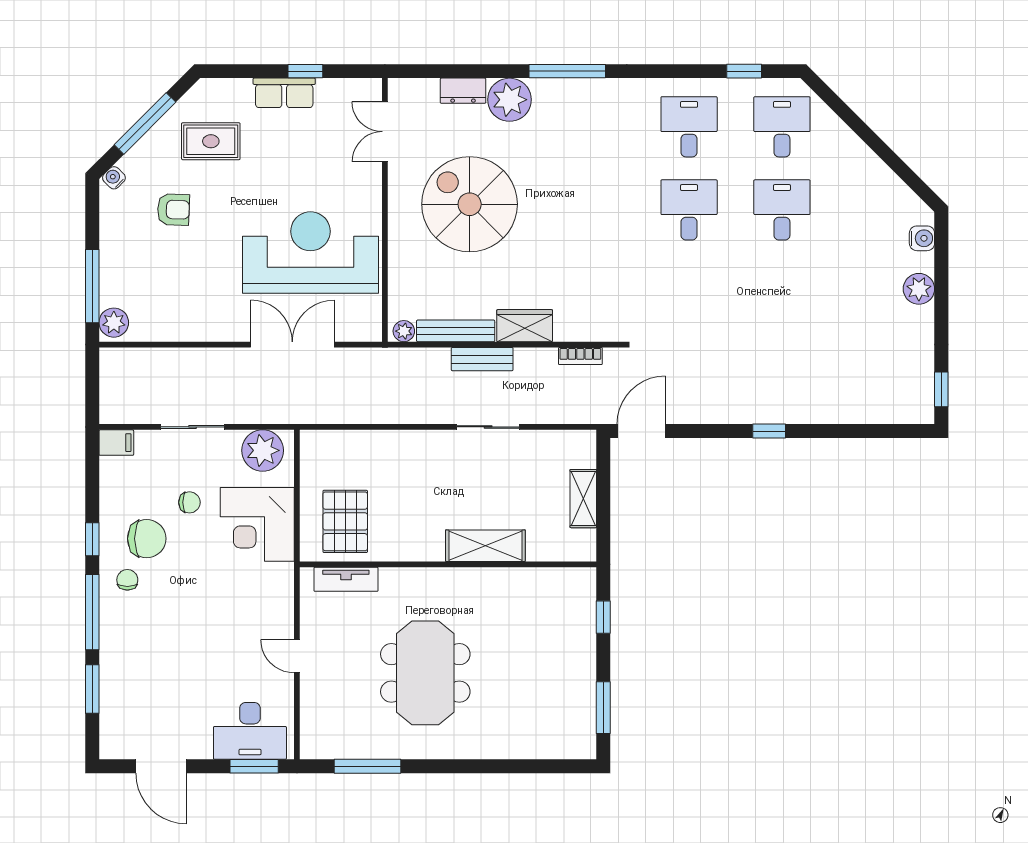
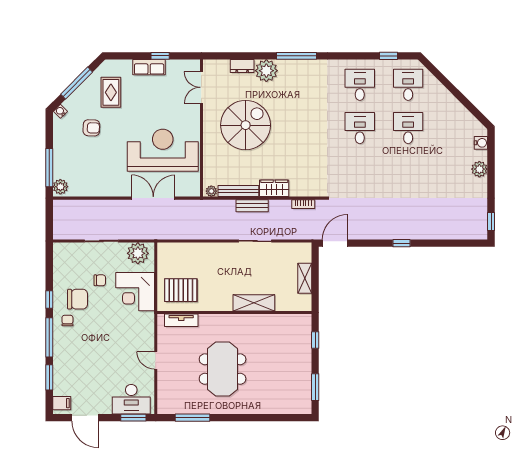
rug: (211, 141) -> (111, 92), turned 90
spiral stairs: (470, 204) -> (246, 125), turned 90
filing cabinet: (116, 443) -> (62, 403), moved
pallet: (345, 521) -> (181, 290), turned 90

